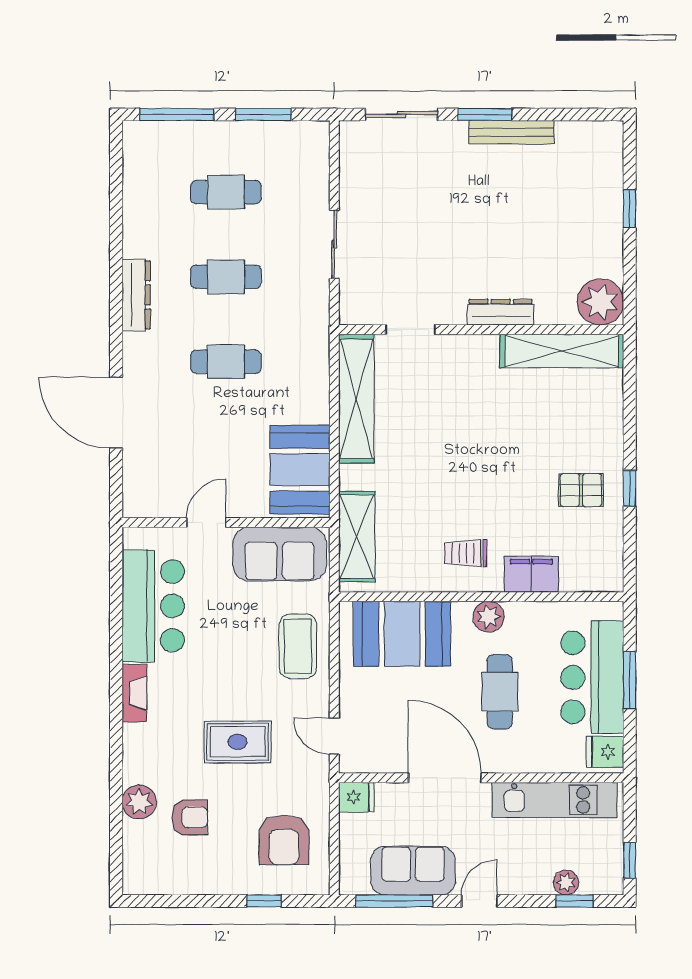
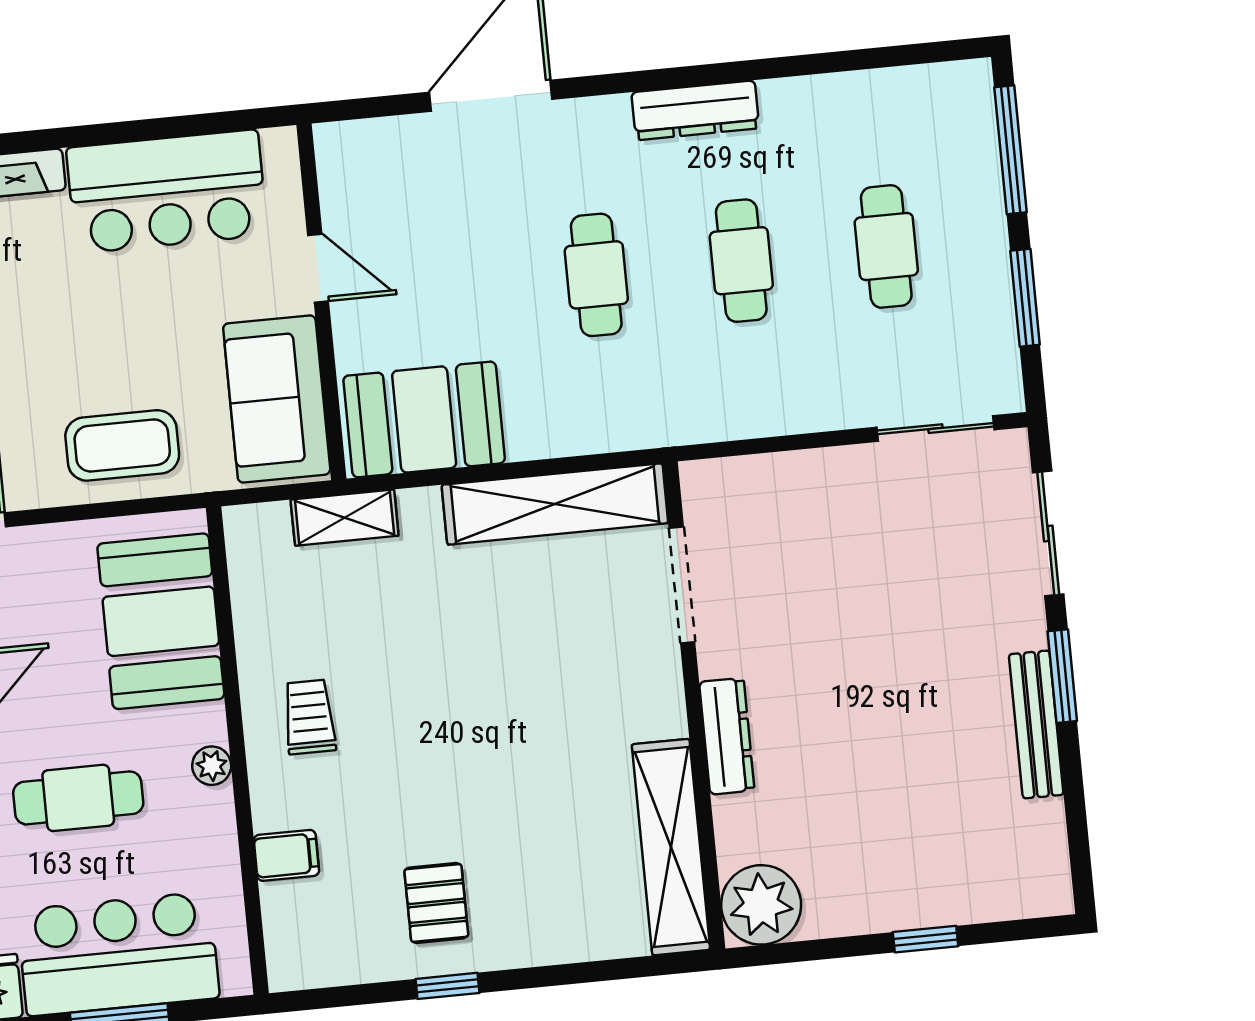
sliding door: (334, 244) -> (935, 429), moved
doorway: (410, 330) -> (682, 585), width x1.38
shelving: (357, 536) -> (345, 518), width x0.67, depth x0.75
filing cabinet: (531, 574) -> (286, 855), width x0.50
plant: (489, 617) -> (212, 766), width x0.73, depth x0.73

